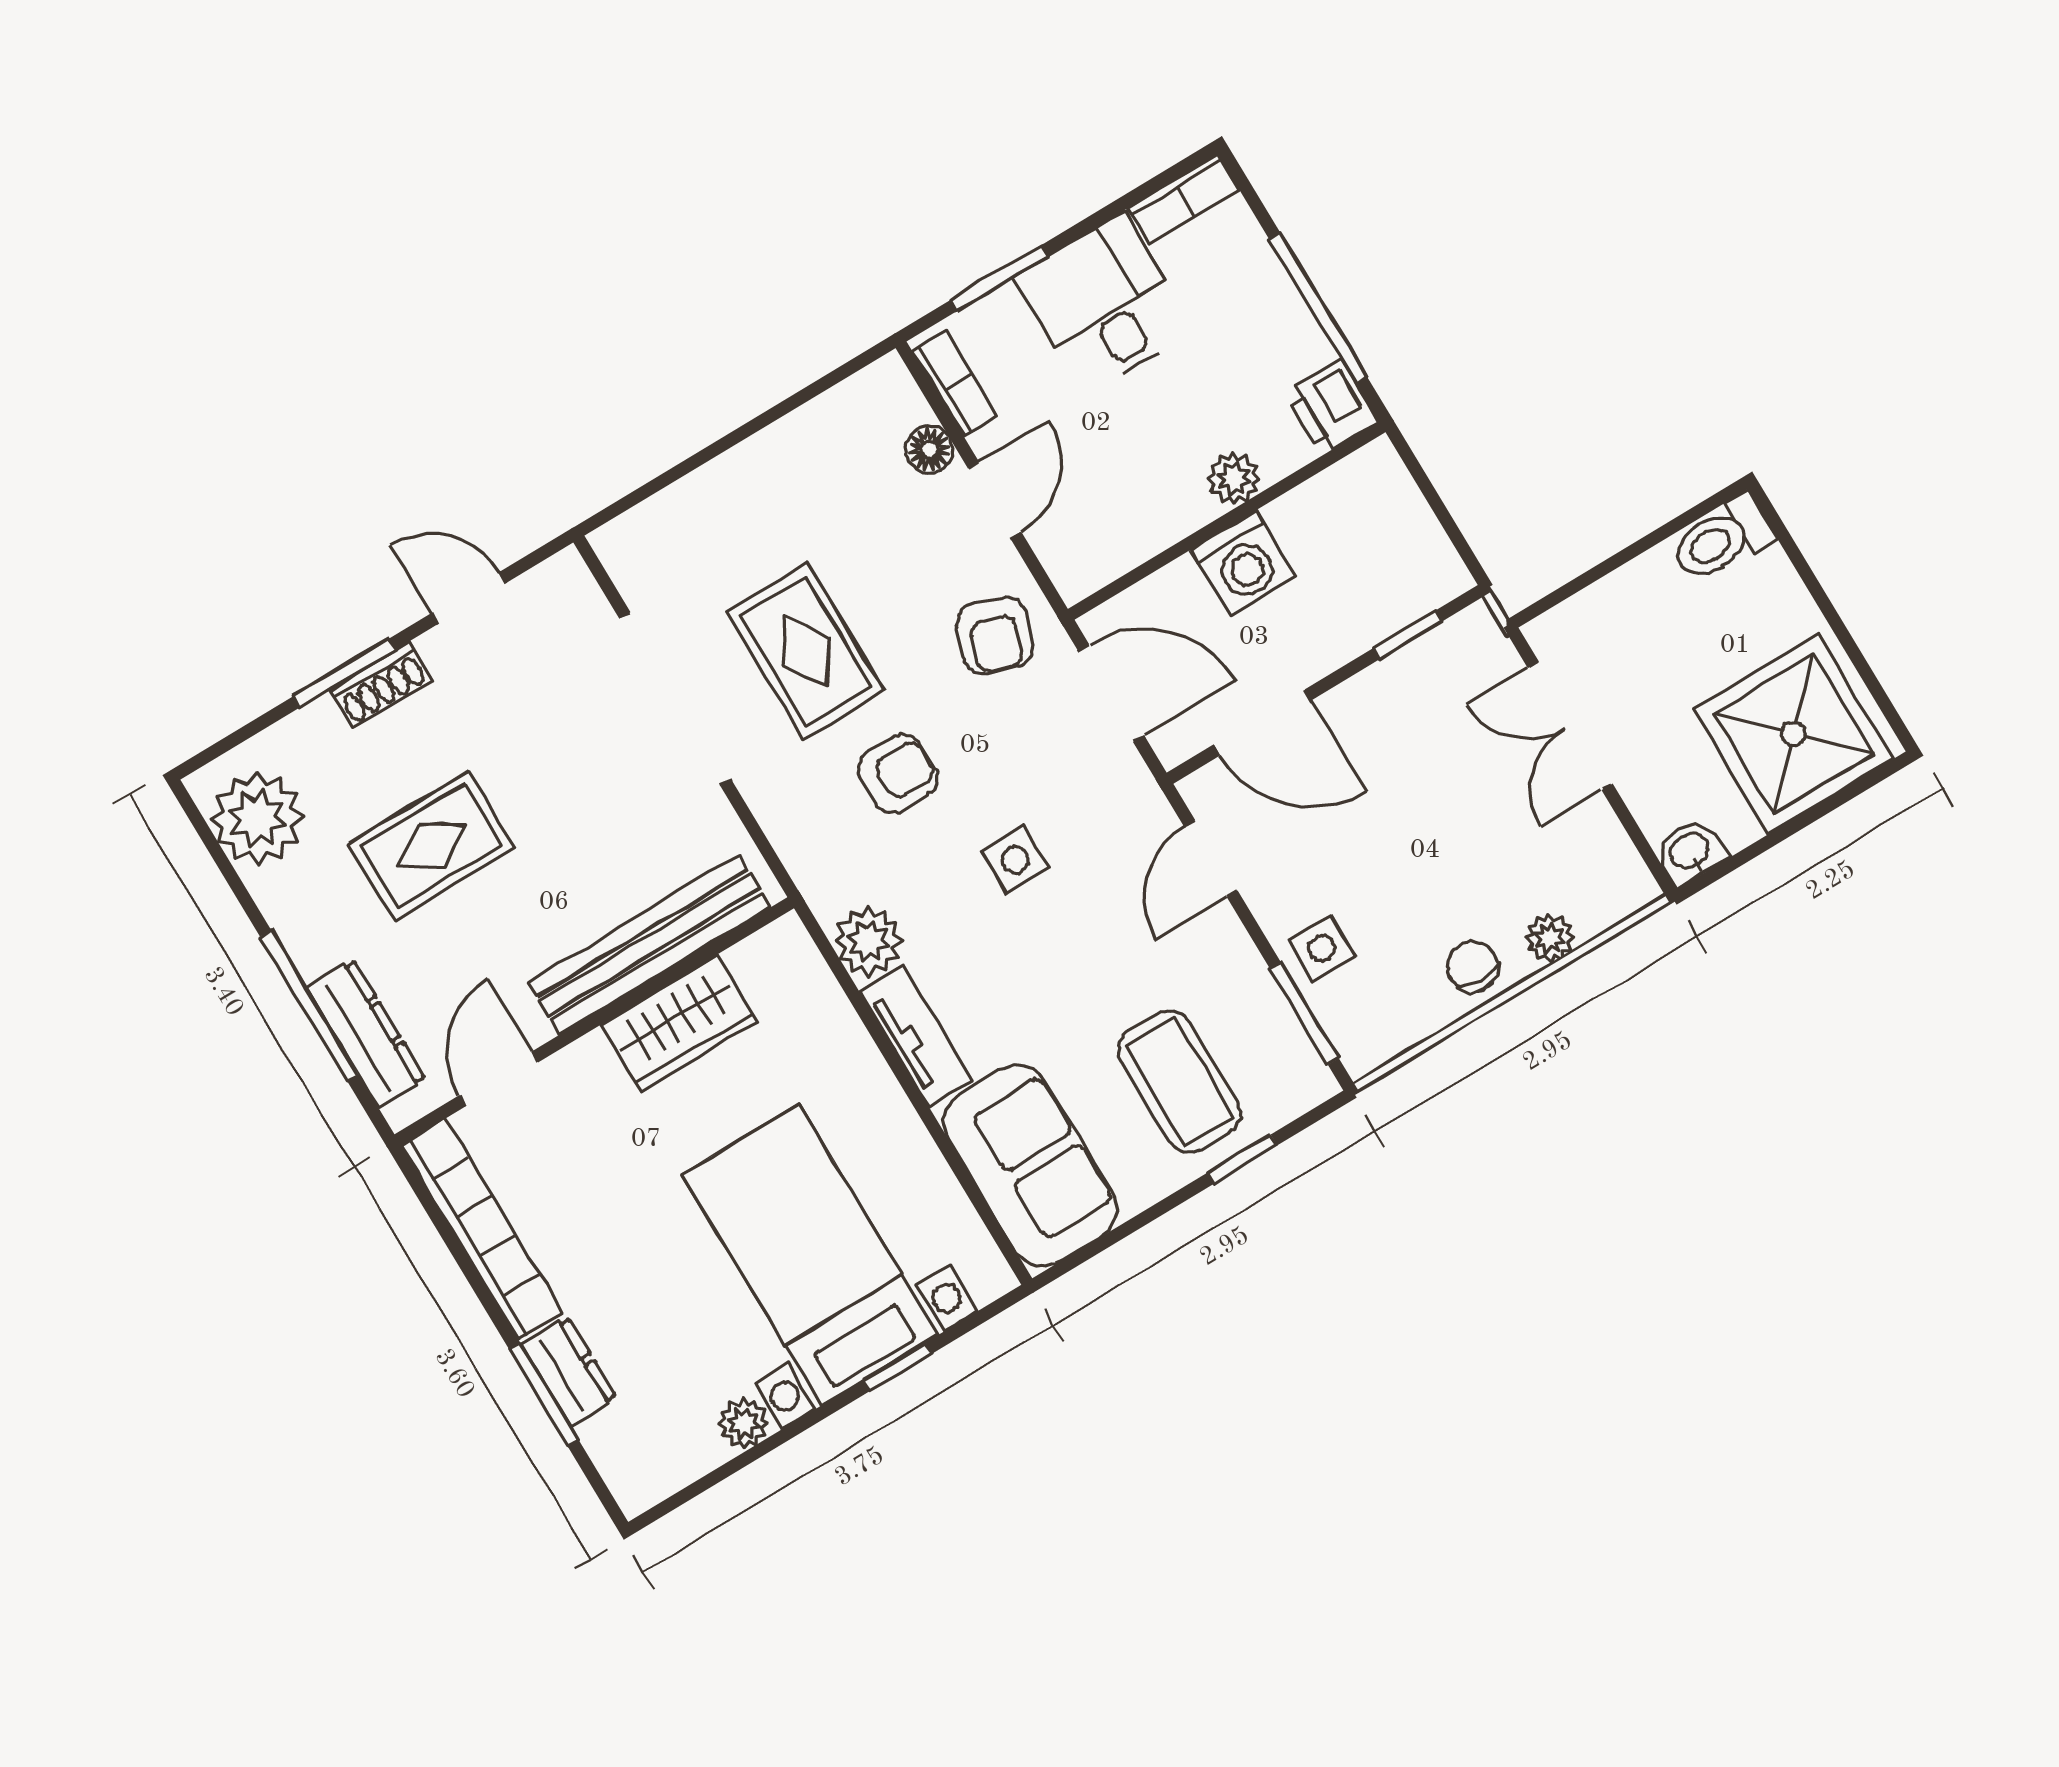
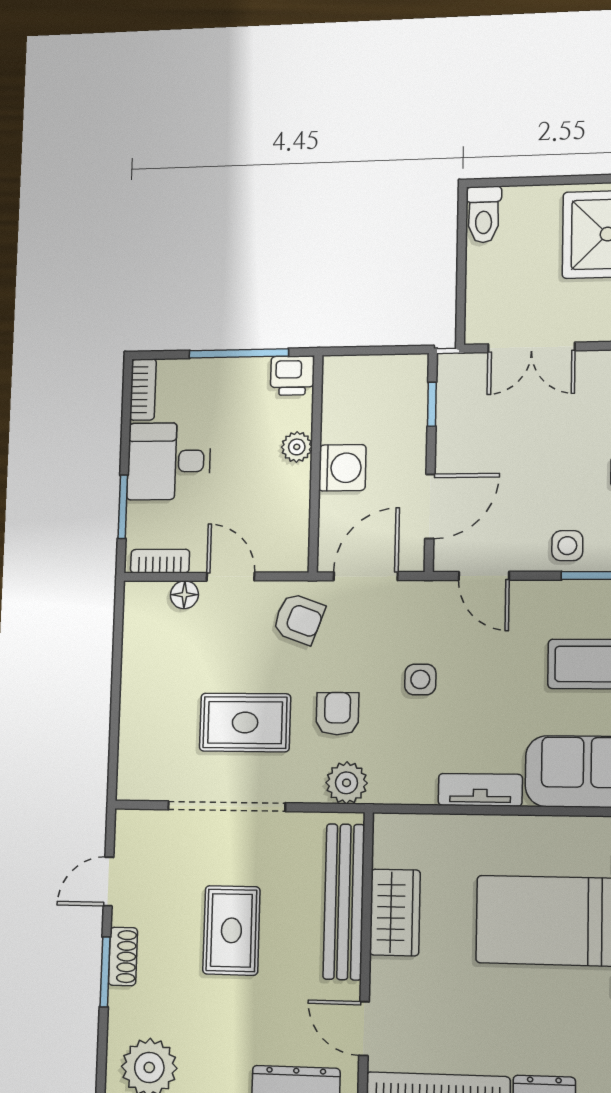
rug: (432, 846) -> (231, 930), moved
plant: (868, 941) -> (347, 783), moved

